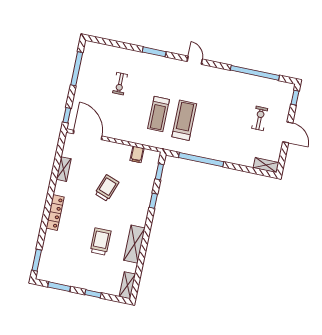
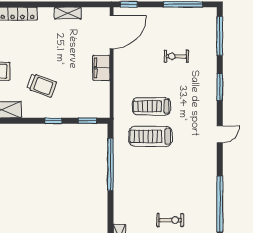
window: (111, 43) -> (220, 36), added
treadmill: (184, 120) -> (150, 136), turned 180
filing cabinet: (137, 154) -> (101, 68), moved, width x2.00
trolley: (107, 188) -> (42, 85), moved

